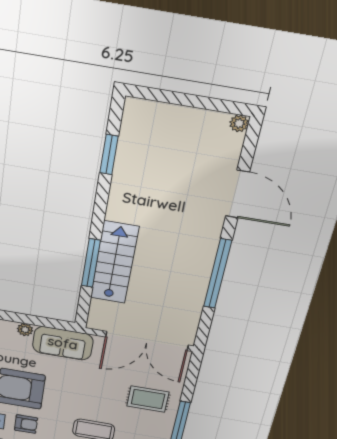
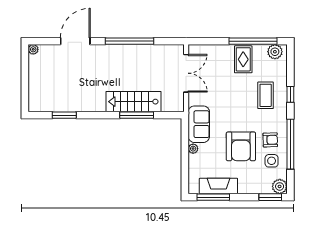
double door: (147, 341) -> (186, 73), width x0.73
rug: (148, 399) -> (243, 59), moved
armchair: (26, 424) -> (270, 140), turned 88

